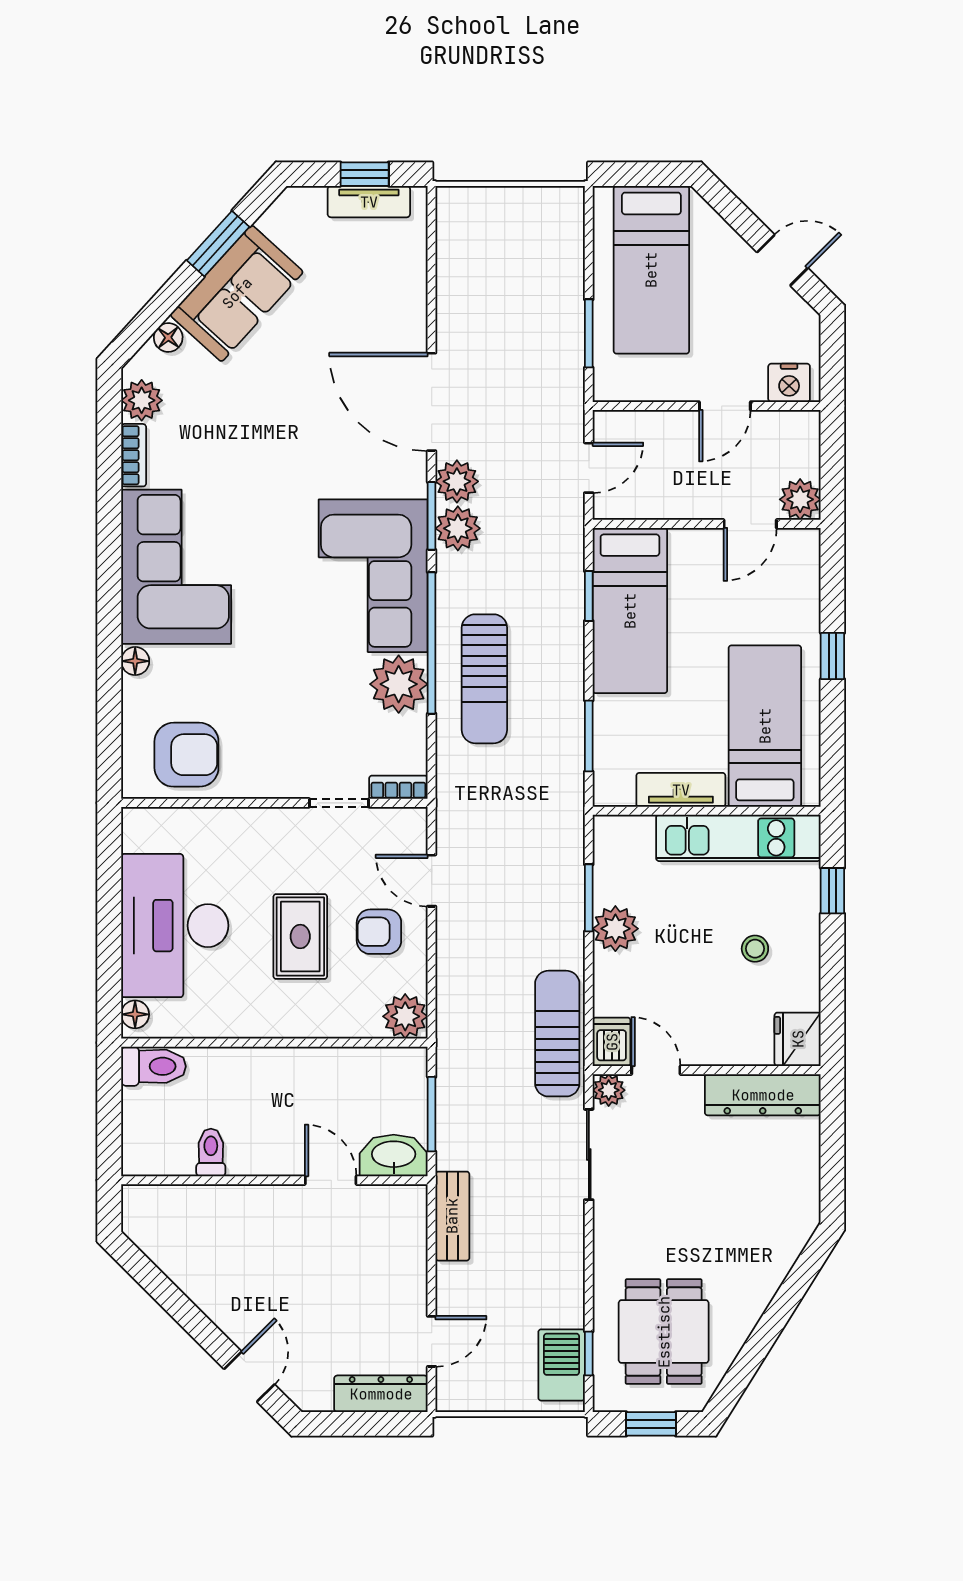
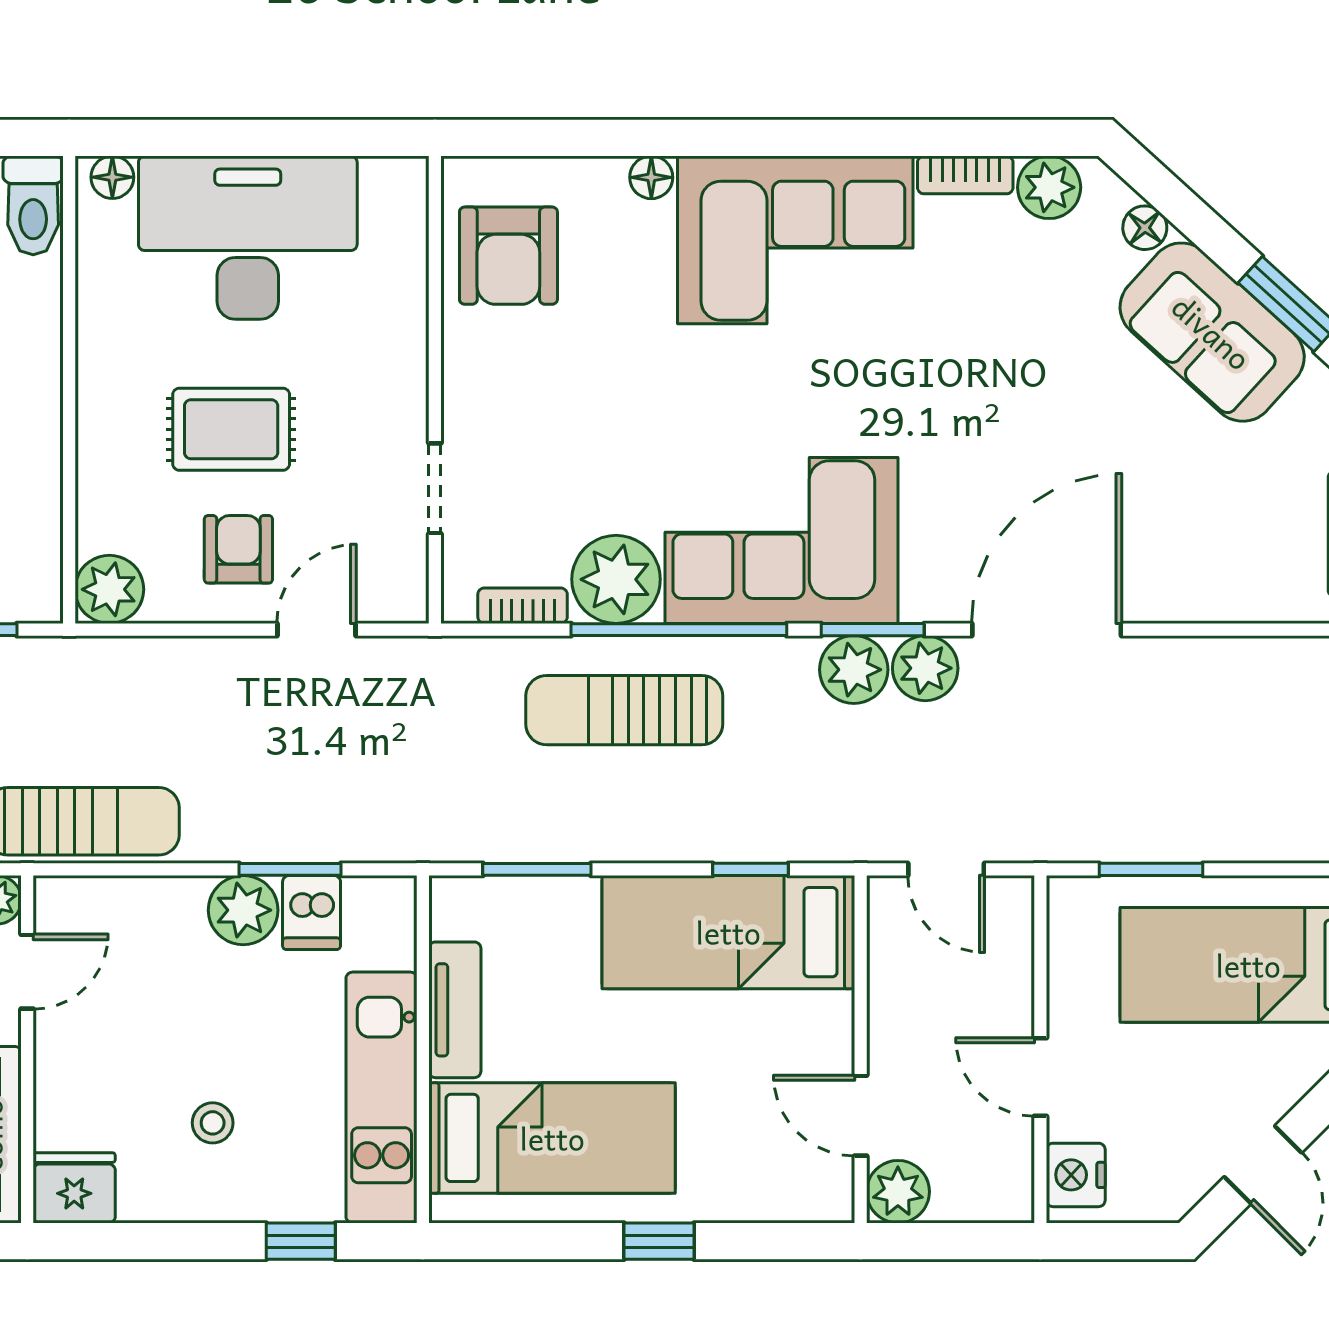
bookcase: (398, 787) -> (523, 606), moved, turned -90
dishwasher: (612, 1042) -> (312, 912), moved, turned 90

